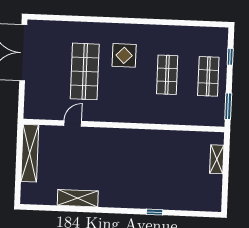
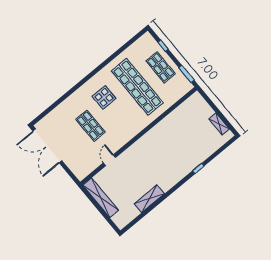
shop shelf: (85, 71) -> (90, 126), width x0.70, depth x0.74
shop shelf: (167, 75) -> (137, 87), width x2.00, depth x1.36
shelving: (217, 159) -> (219, 124), moved

